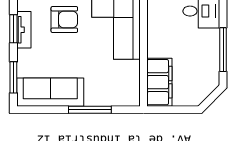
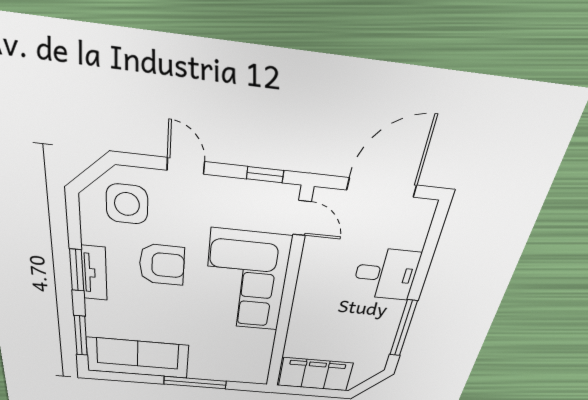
filing cabinet: (159, 82) -> (316, 374), moved, turned -90

